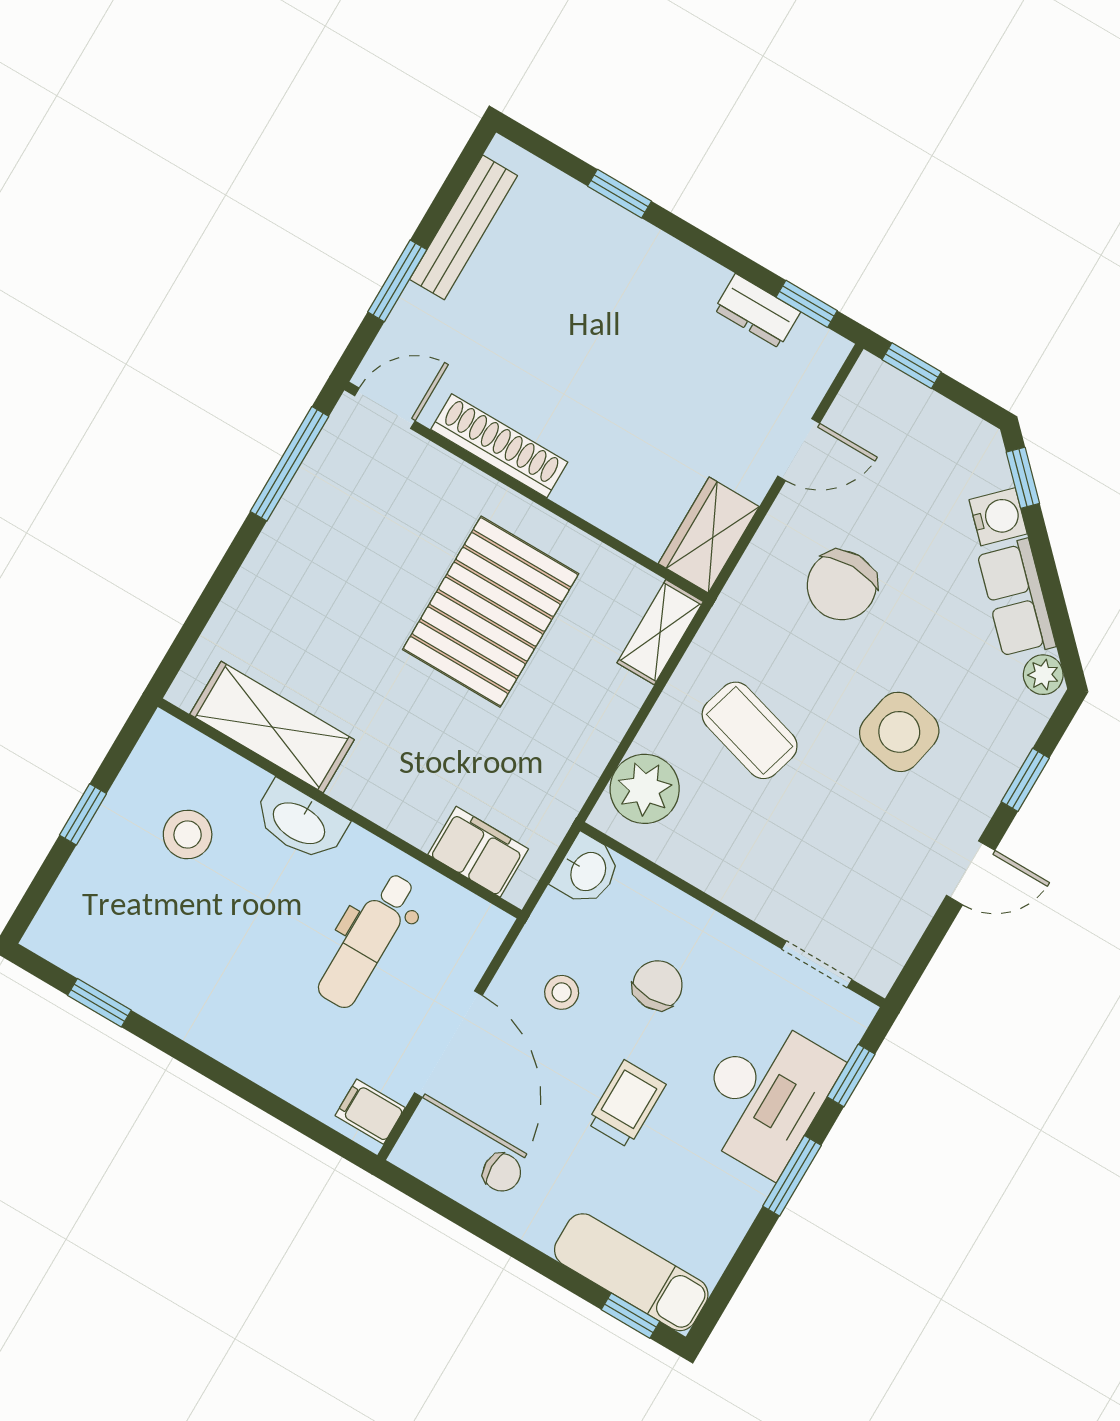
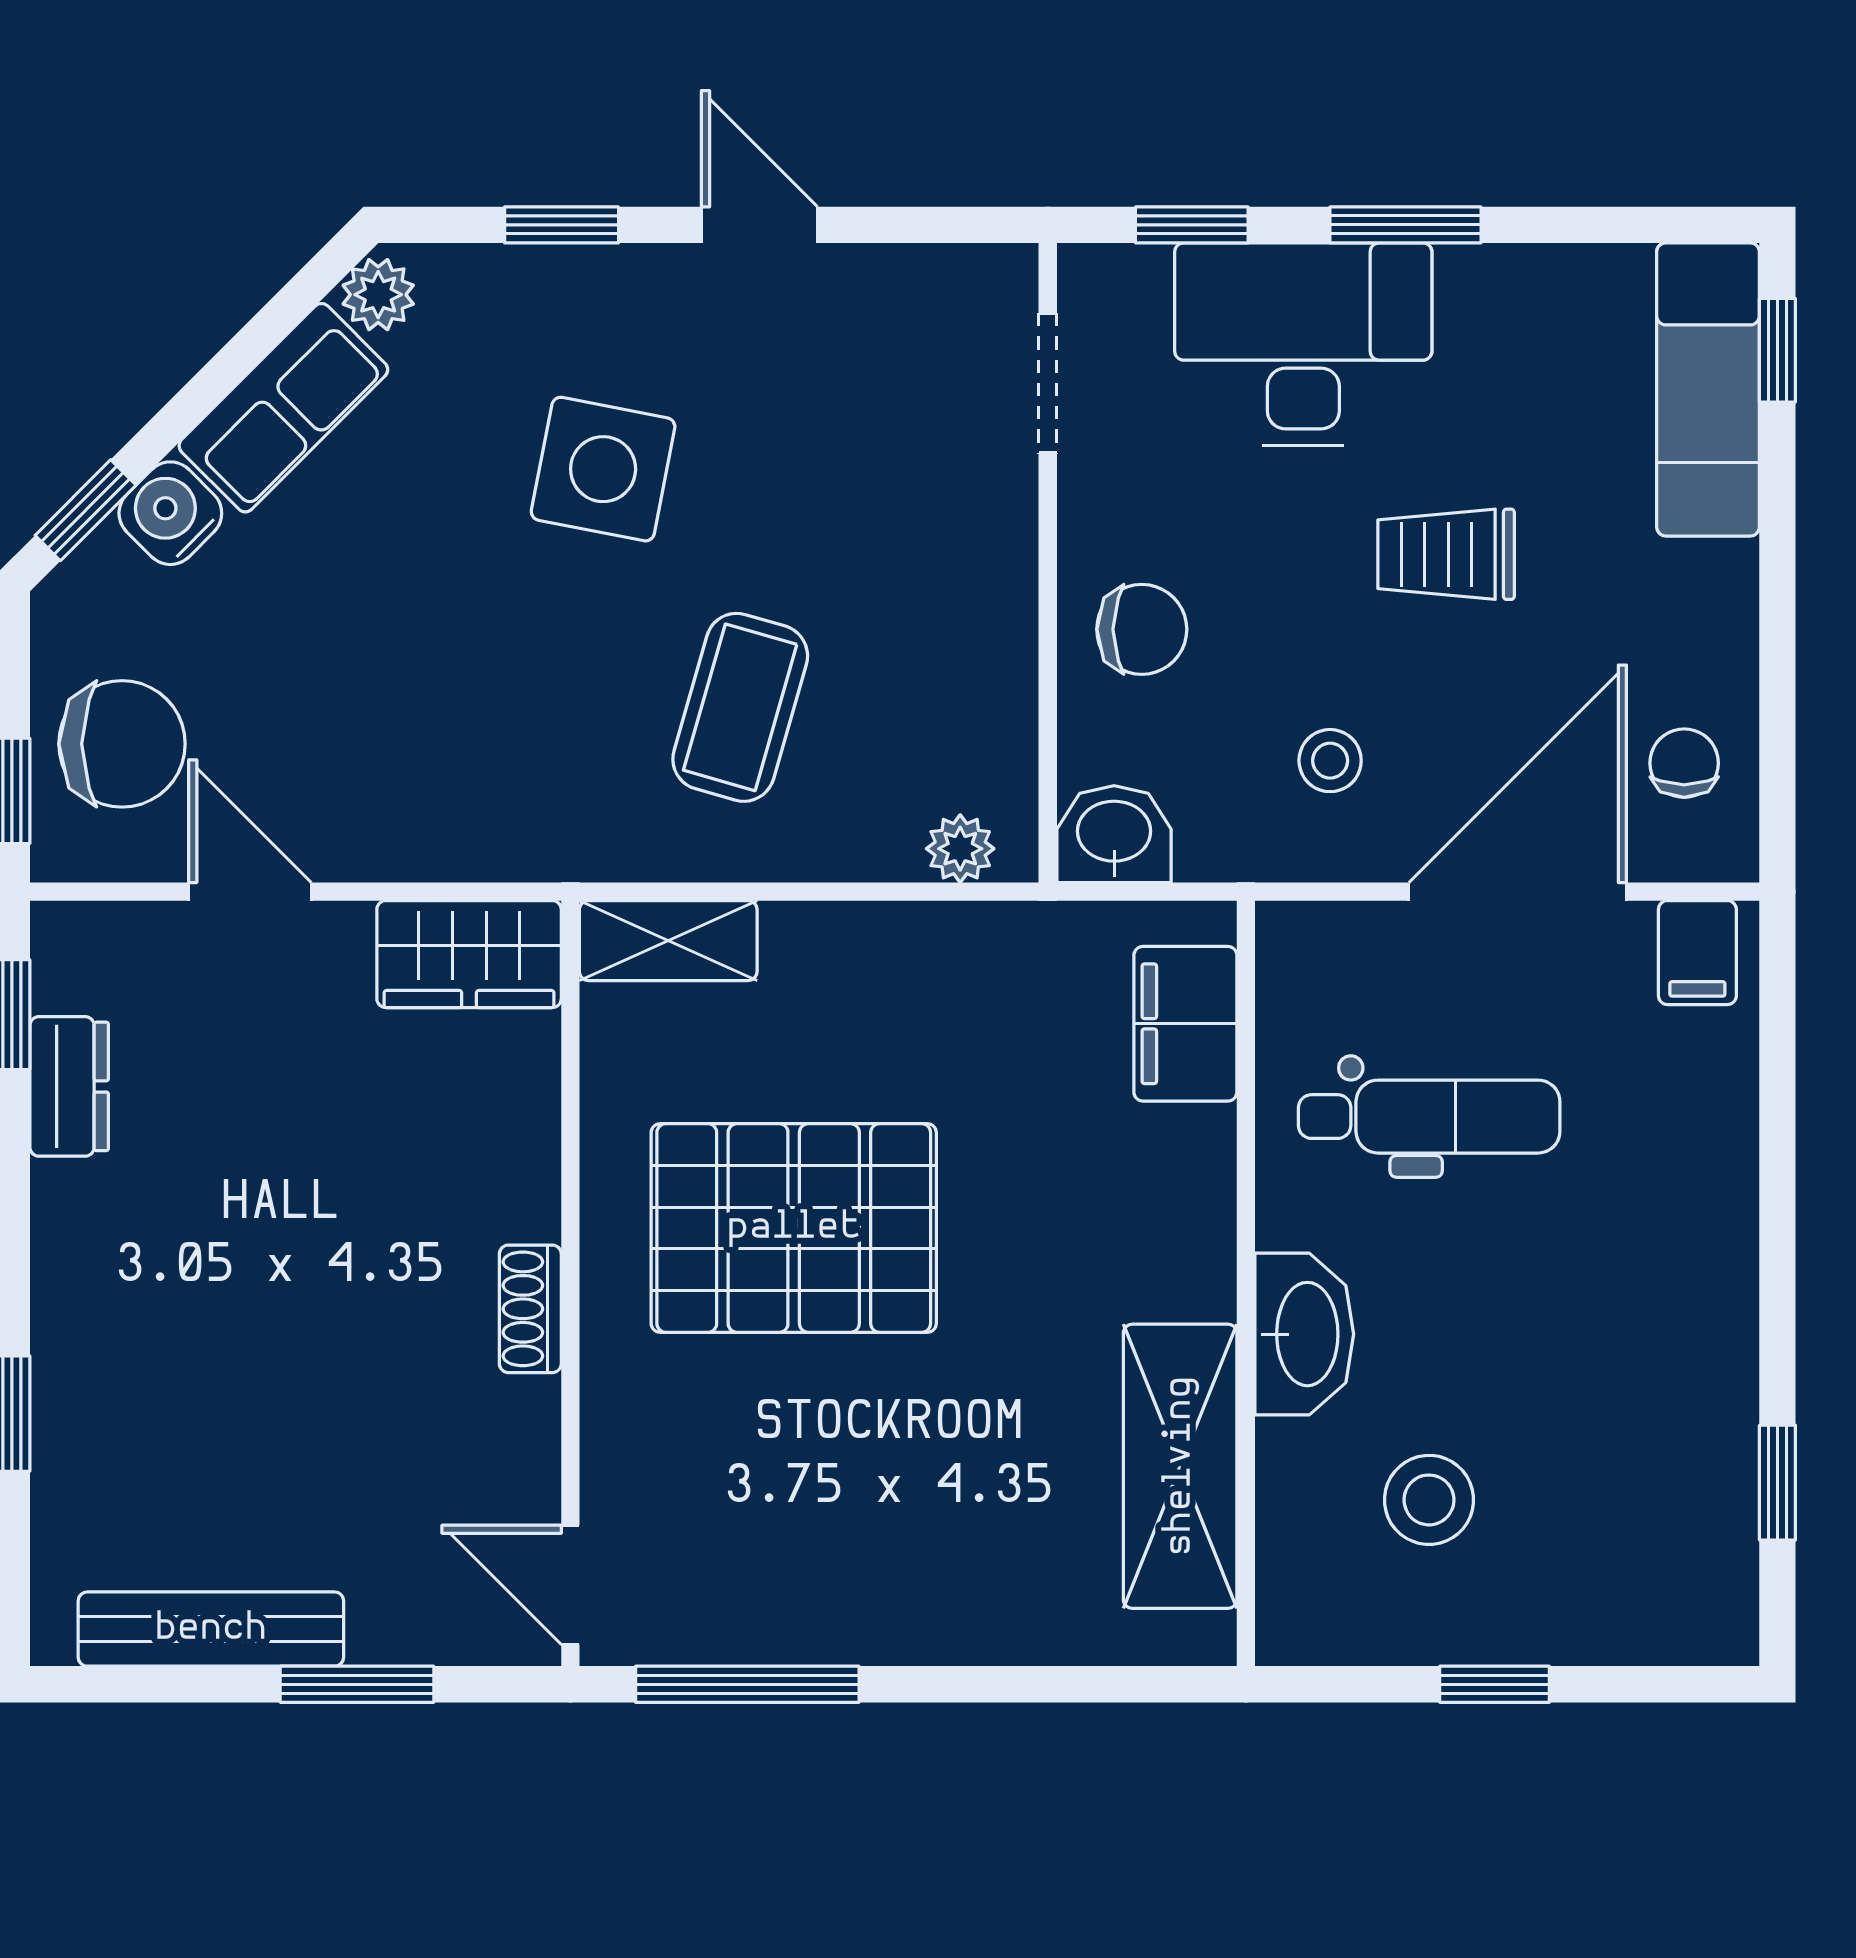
shoe rack: (499, 446) -> (530, 1309), width x0.51, depth x0.81
chair: (842, 585) -> (122, 744), moved
plant: (645, 789) -> (960, 849), width x0.53, depth x0.53
chair: (658, 985) -> (1142, 629), moved, turned 180
chair: (502, 1172) -> (1684, 763), moved

